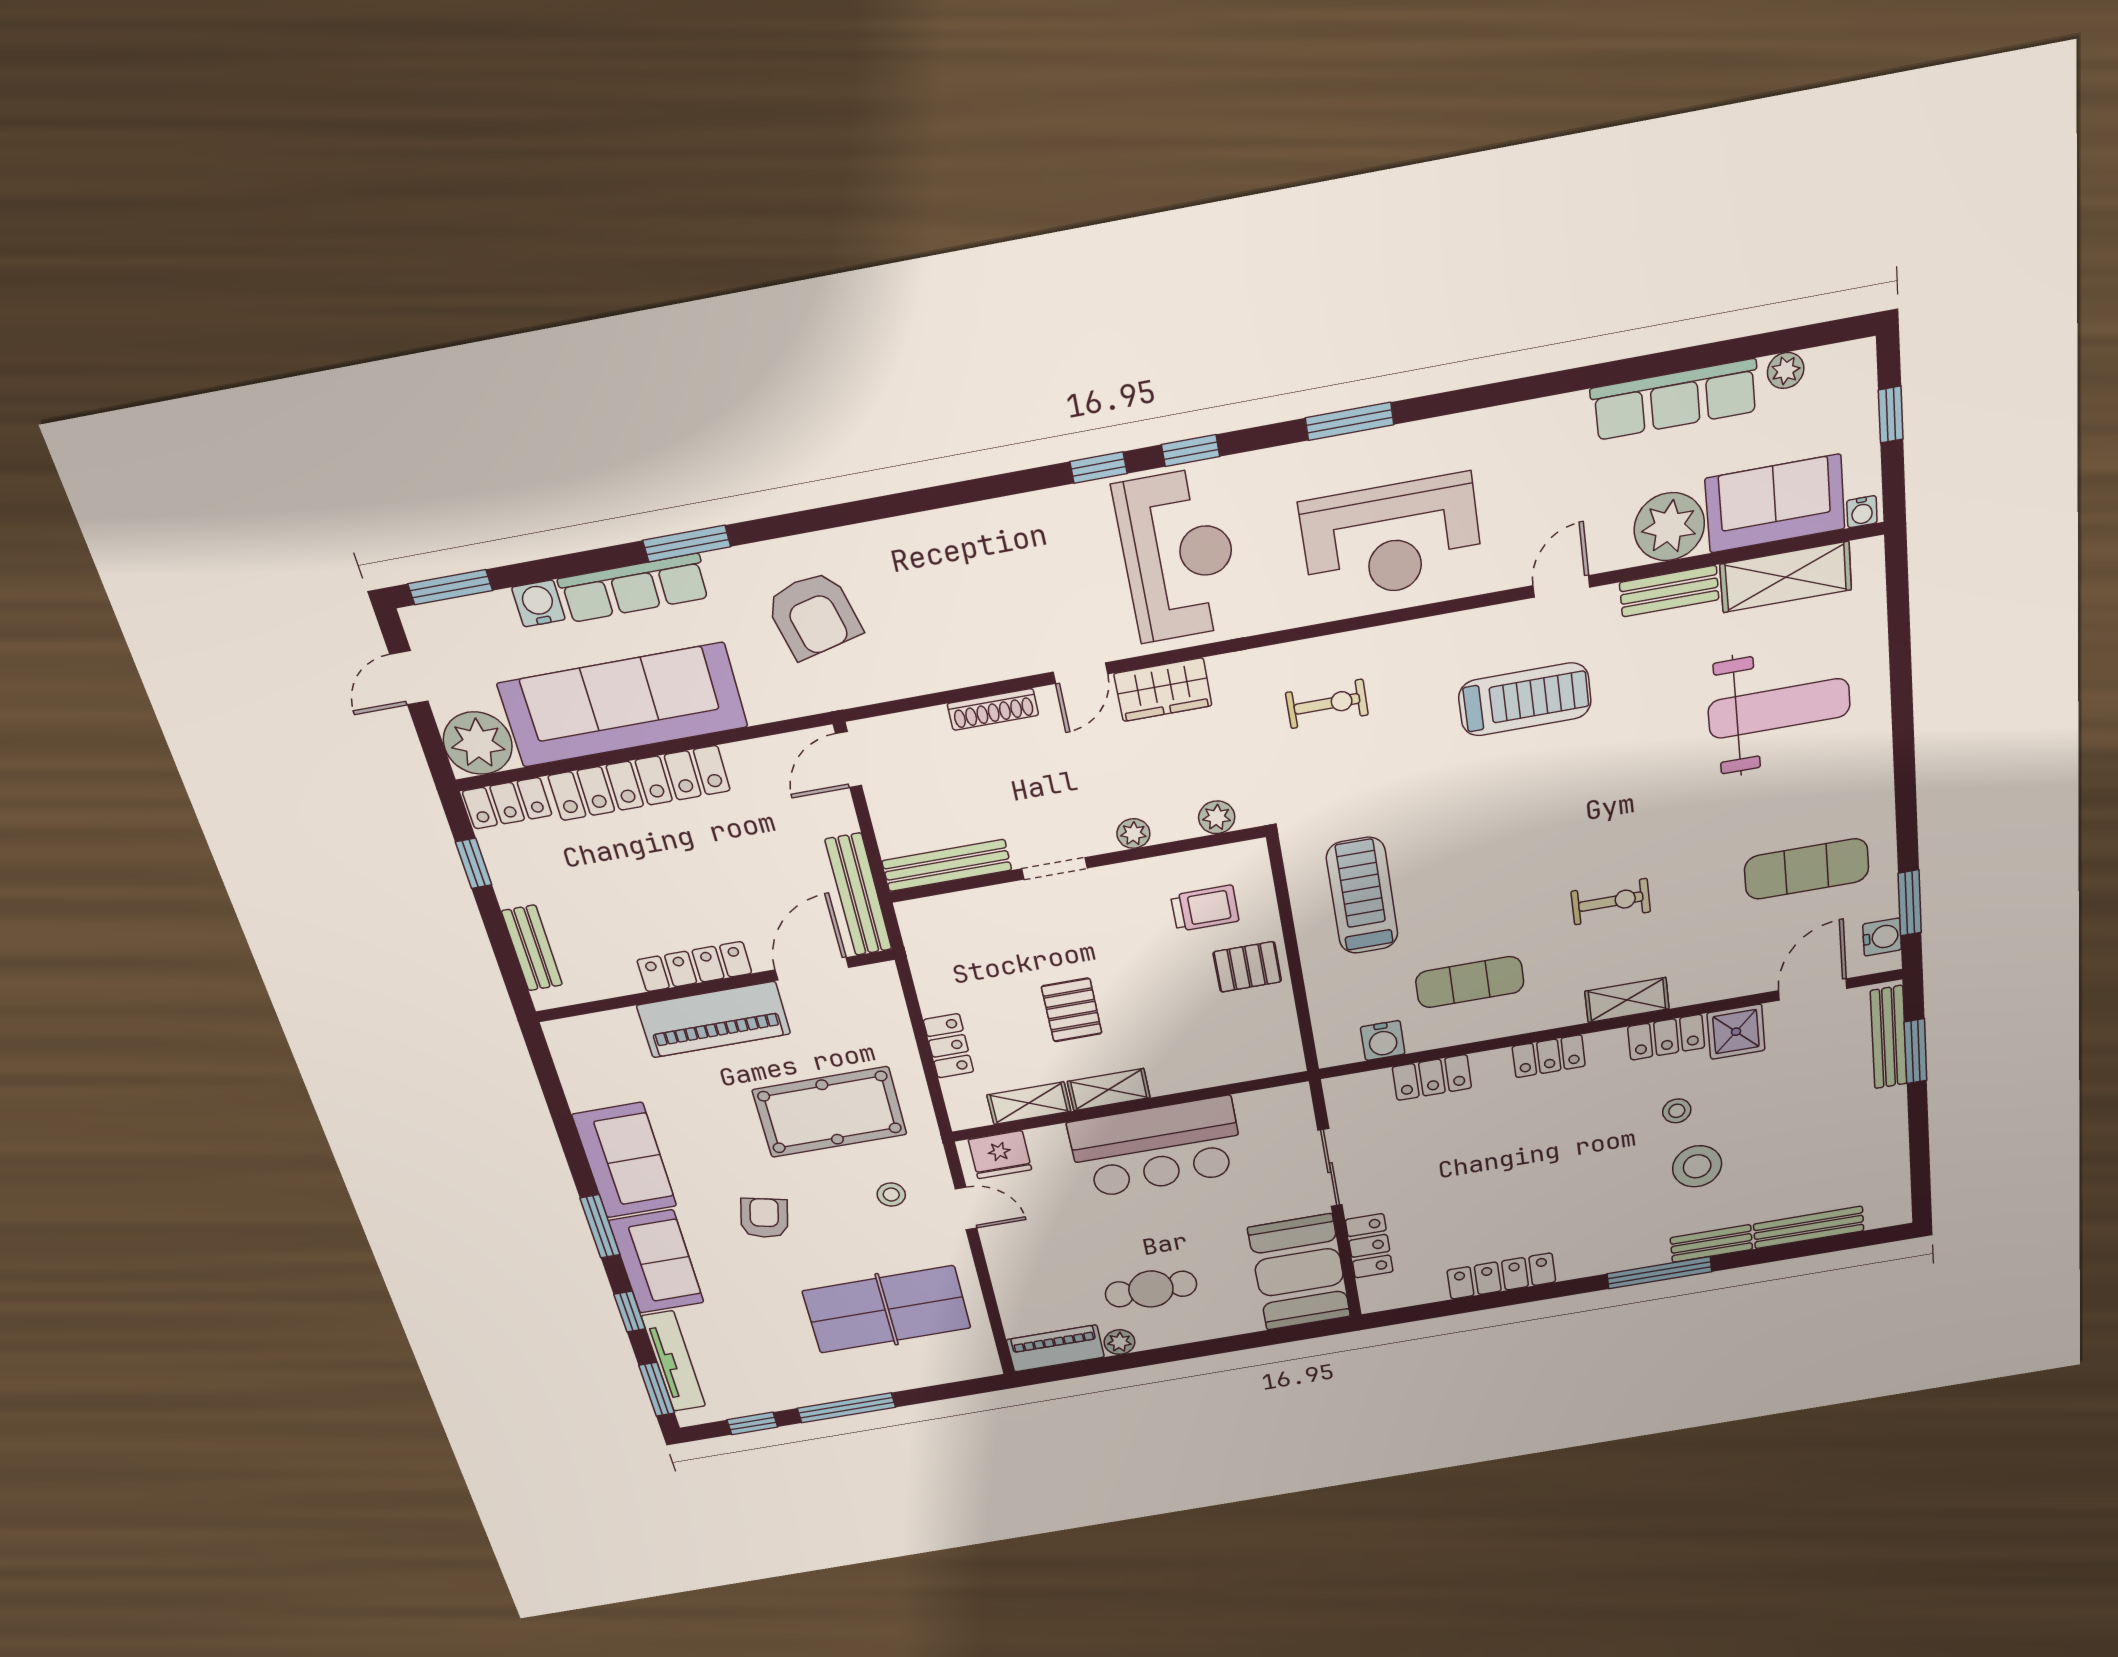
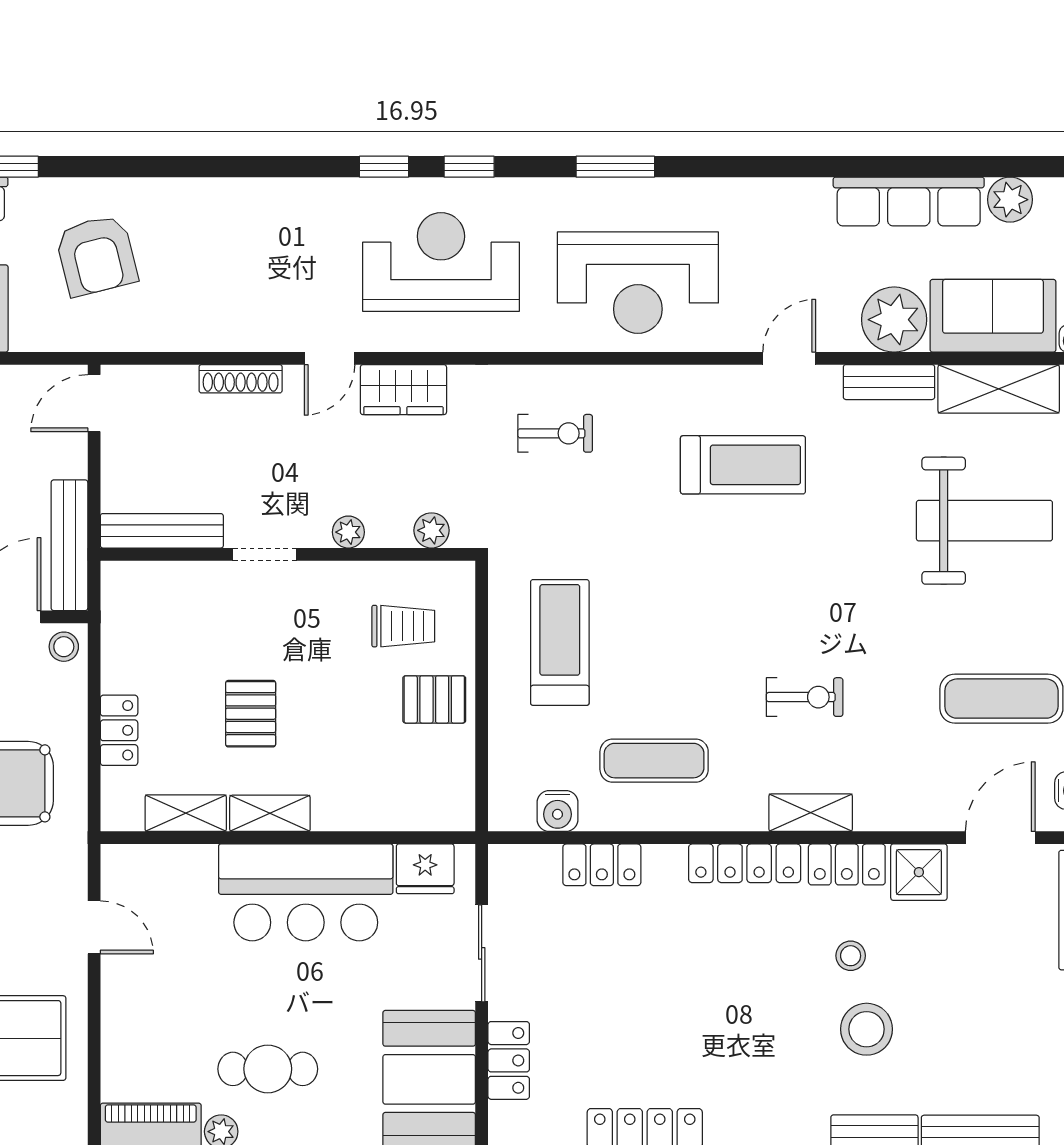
plant: (1786, 370) -> (1010, 200), width x1.38, depth x1.38
reception desk: (1178, 556) -> (441, 262), turned -90
locker: (1549, 1056) -> (745, 863), width x1.53
fridge: (1000, 1155) -> (425, 869), moved
stool: (891, 1195) -> (64, 647), moved

